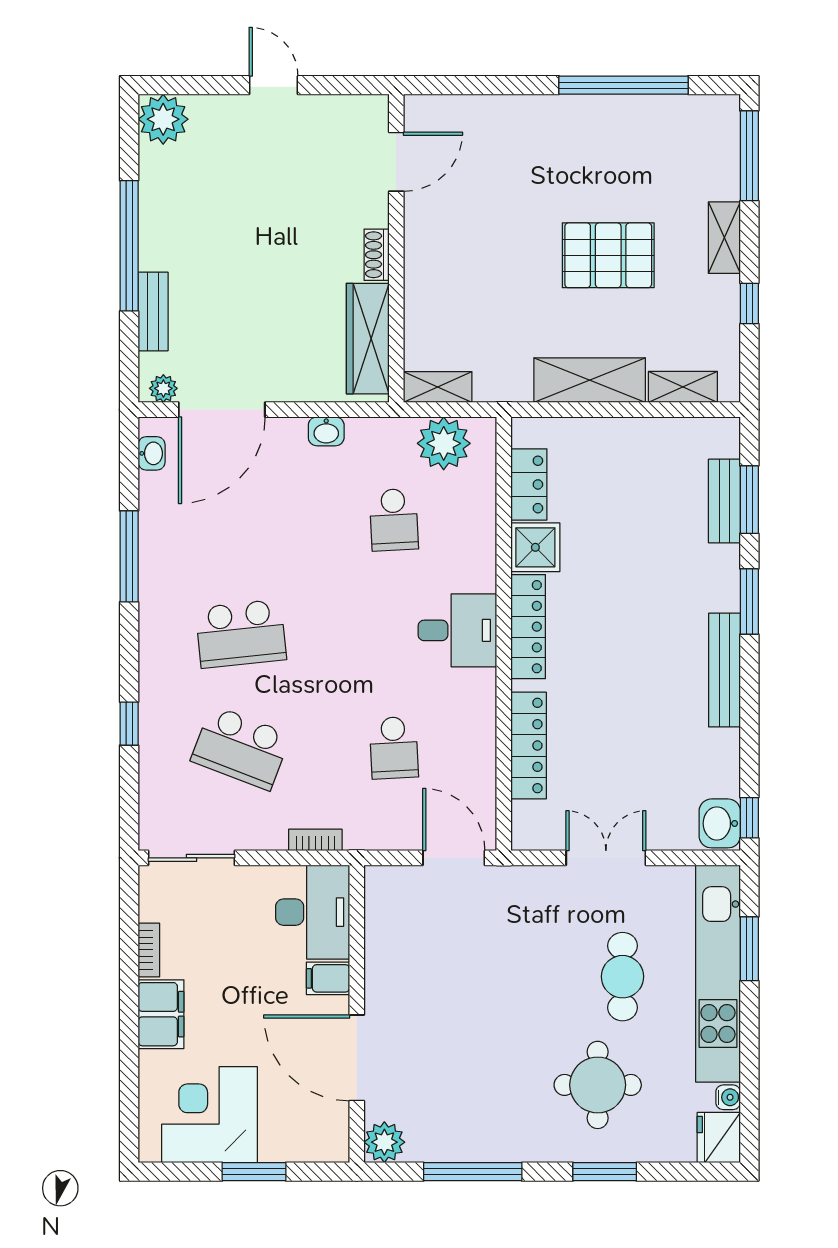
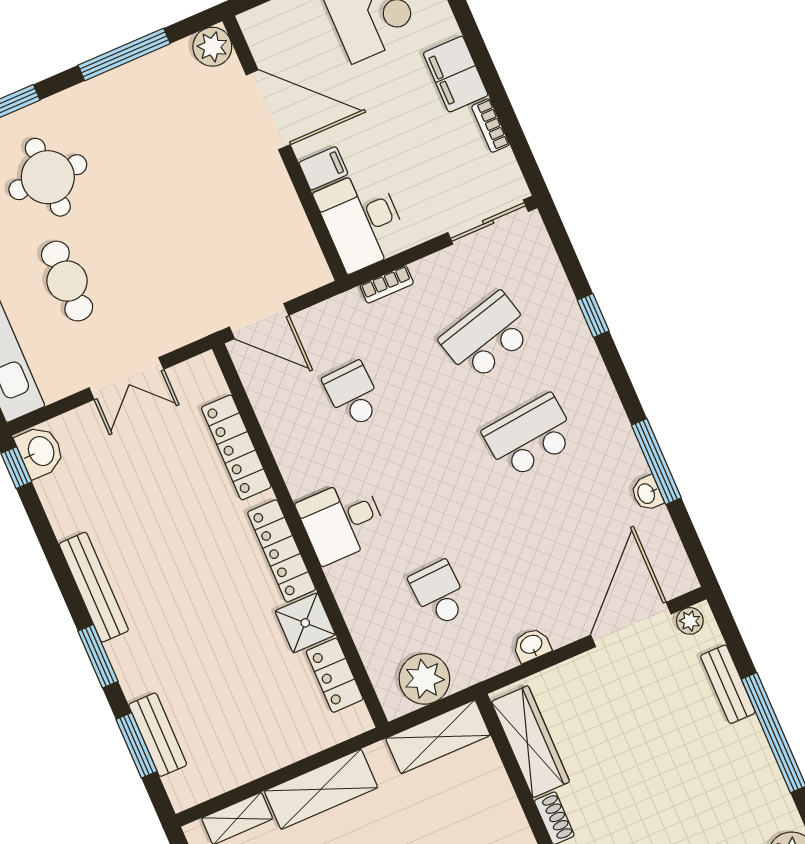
shelving: (438, 387) -> (438, 737), width x1.50, depth x1.33
washbasin: (152, 453) -> (647, 493), moved
school desk: (241, 748) -> (487, 337), turned -36

